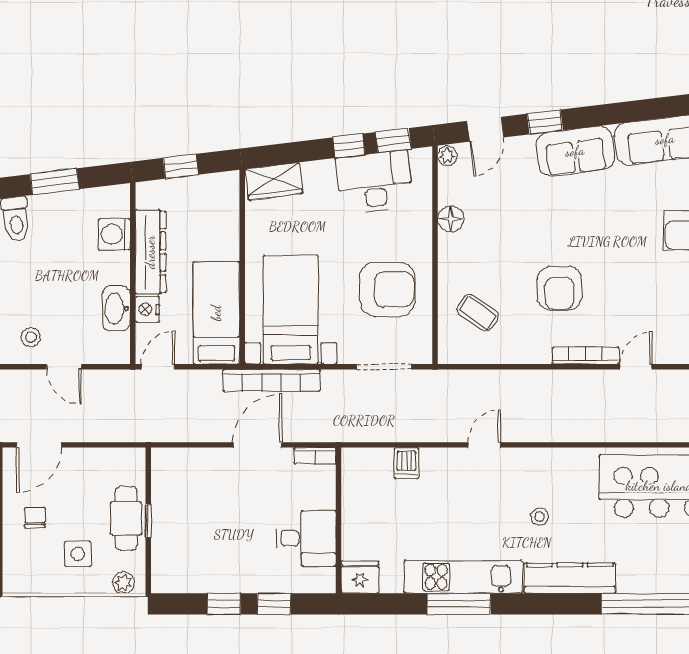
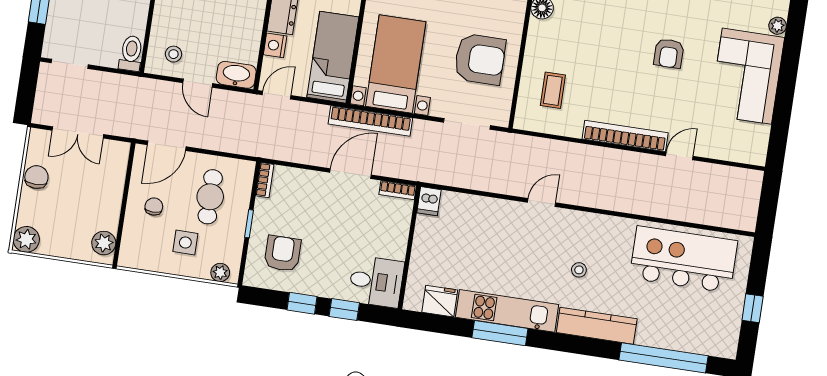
armchair: (559, 288) -> (669, 53), moved, width x0.72, depth x0.72
washbasin: (116, 308) -> (236, 75), moved, turned 90
coffee table: (478, 313) -> (553, 90), turned 55
bookcase: (586, 356) -> (625, 136), width x1.48, depth x1.31
dishwasher: (406, 463) -> (429, 201), moved
bookcase: (159, 467) -> (265, 180), added
cafe table: (126, 518) -> (210, 197), moved
desk: (306, 538) -> (376, 282), moved
armchair: (192, 550) -> (283, 254), added
fridge: (360, 577) -> (440, 301), moved

